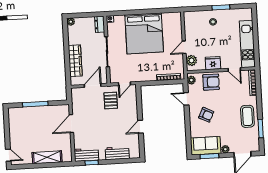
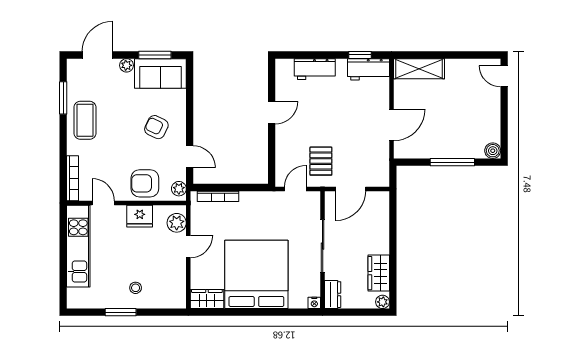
wardrobe: (172, 18) -> (207, 299), added
wardrobe: (75, 61) -> (379, 273), moved, width x0.67
boiler: (12, 112) -> (493, 151), added
shelving: (47, 157) -> (419, 69), moved

